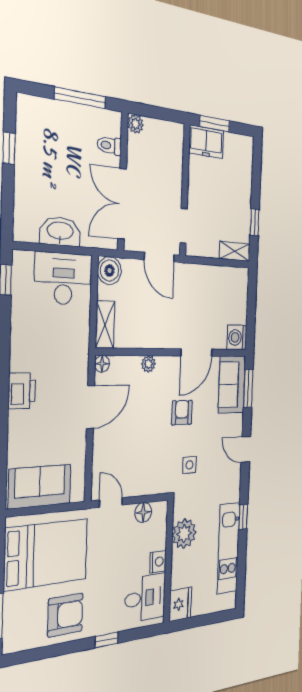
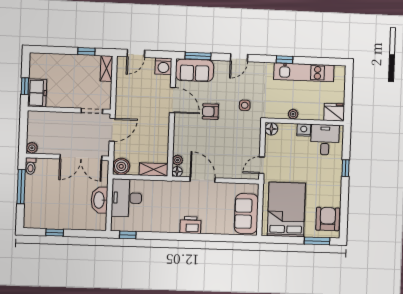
window: (215, 124) -> (25, 86), width x0.67
toilet: (109, 145) -> (31, 166), moved
door: (252, 296) -> (136, 53), added
plant: (148, 364) -> (178, 160), moved
floor lamp: (143, 512) -> (271, 129), moved
plant: (184, 534) -> (293, 114), width x0.53, depth x0.53
armchair: (65, 615) -> (328, 219), moved

